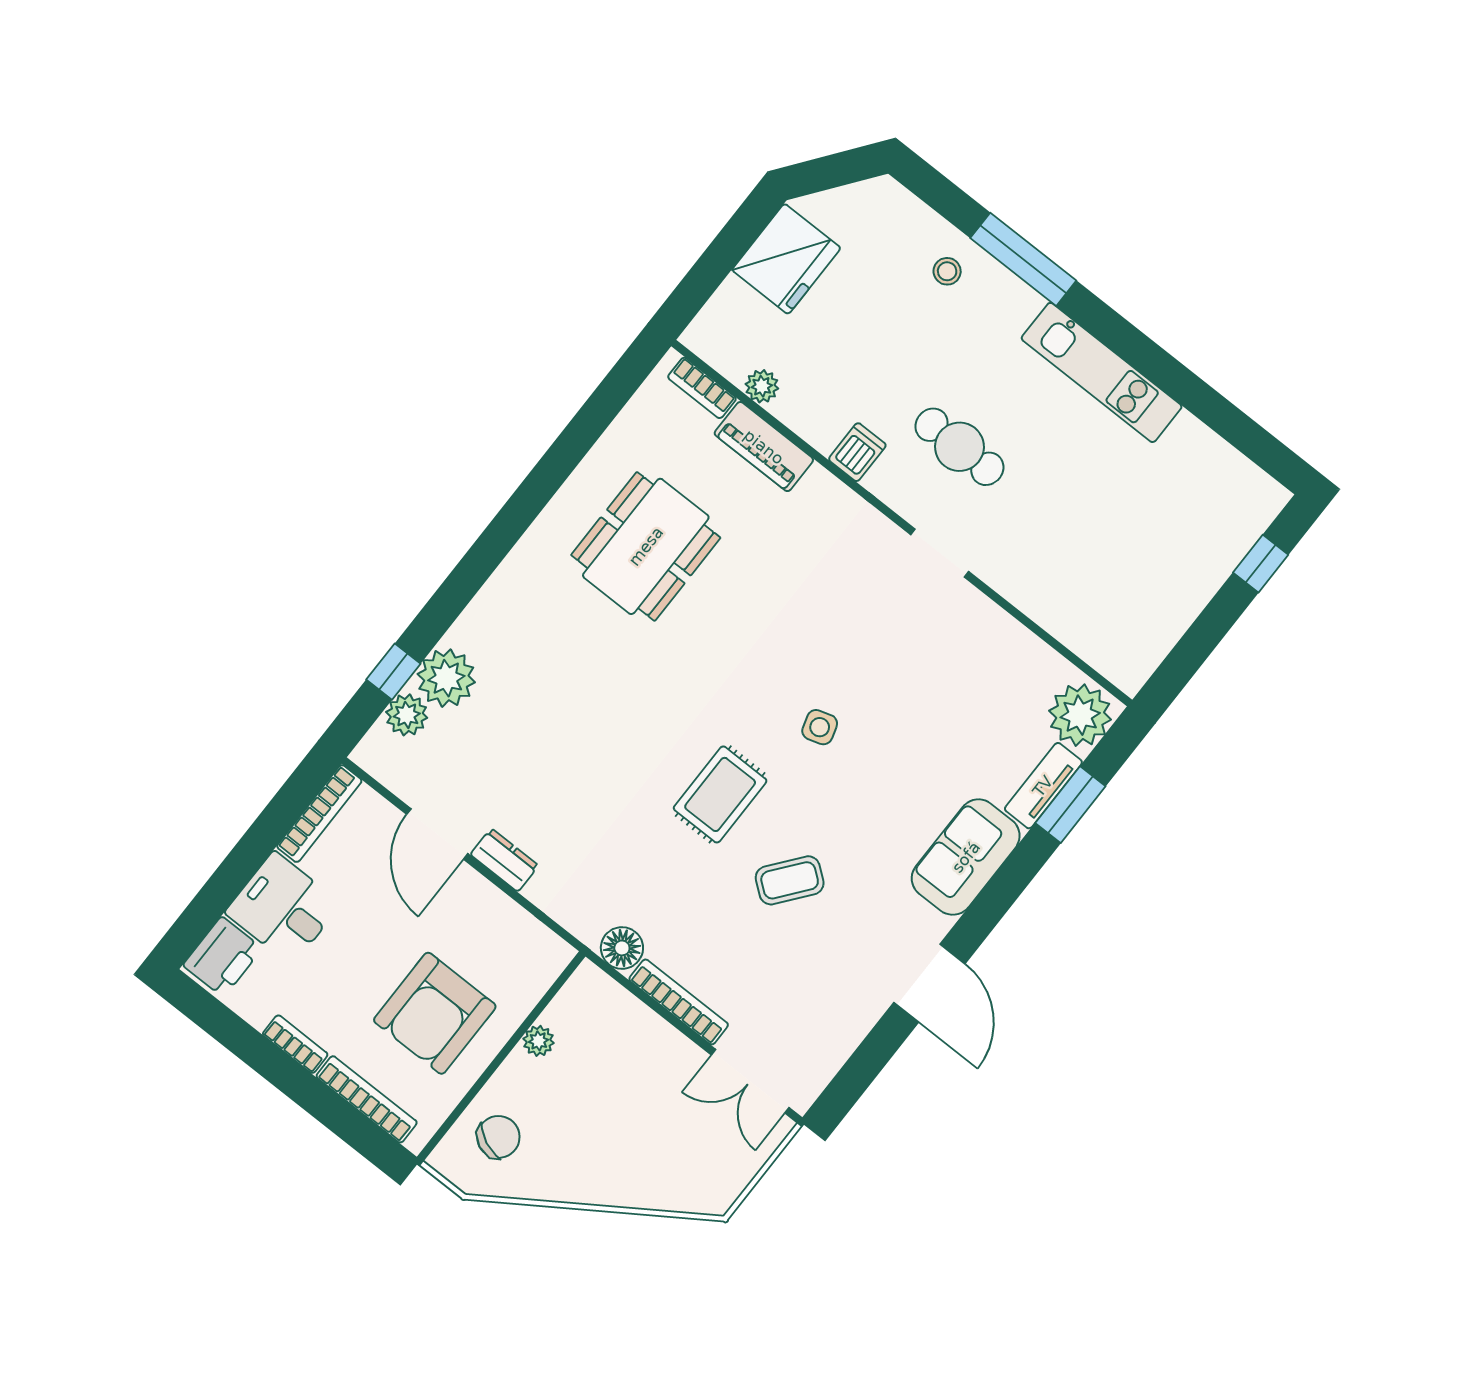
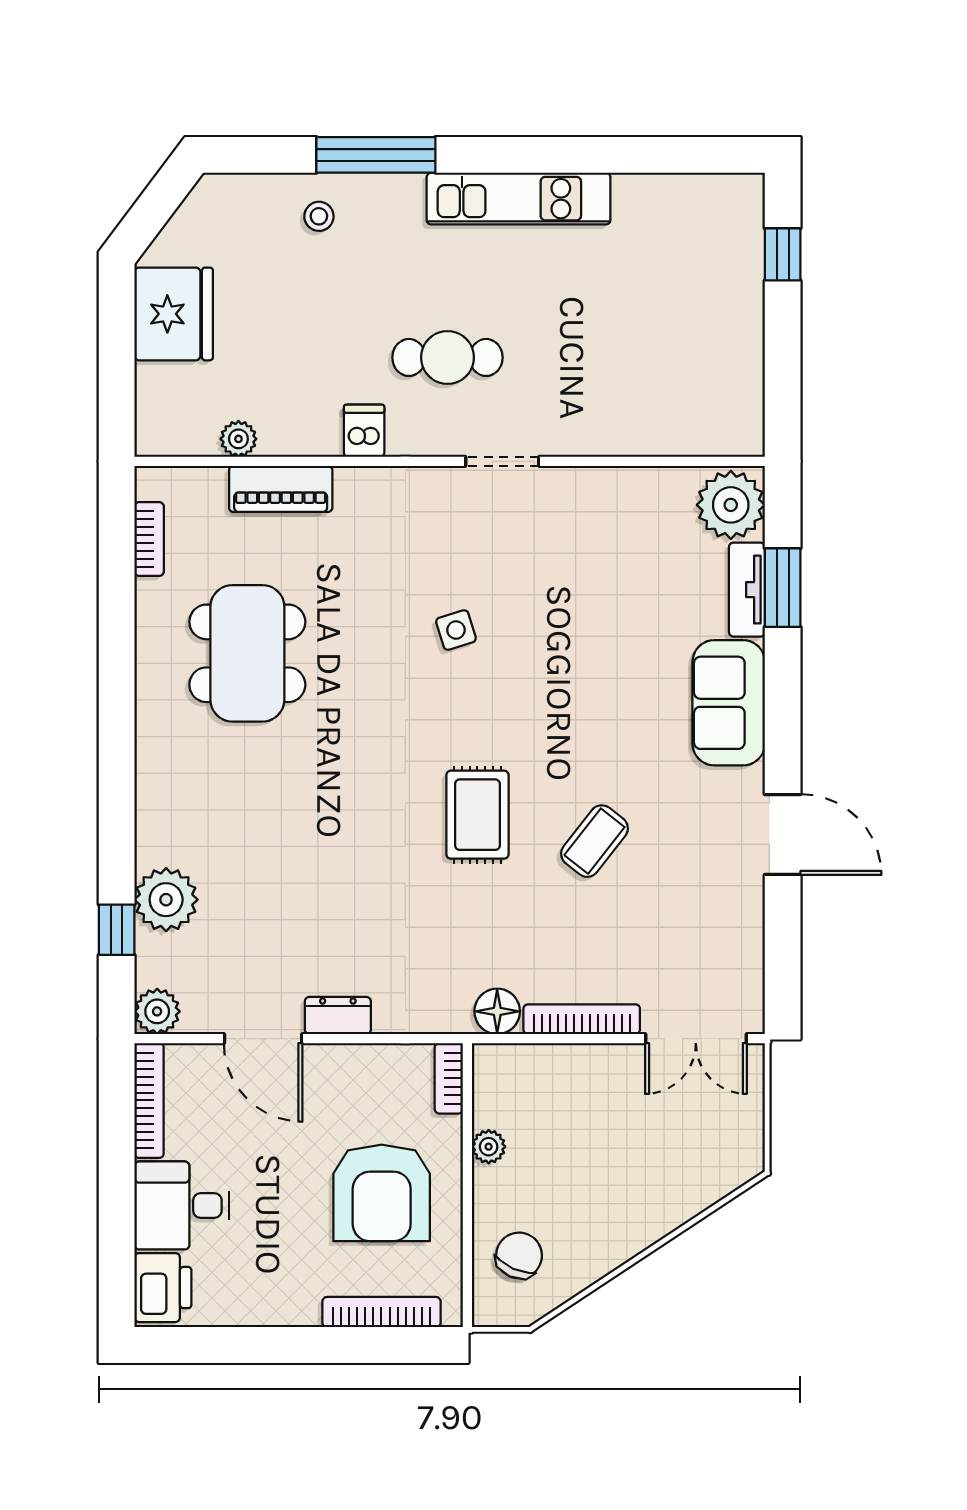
bookcase: (702, 388) -> (149, 539), moved, turned -90
plant: (407, 715) -> (157, 1011), moved
side table: (820, 727) -> (456, 630), moved
bookcase: (295, 1044) -> (449, 1078), moved, turned -90

